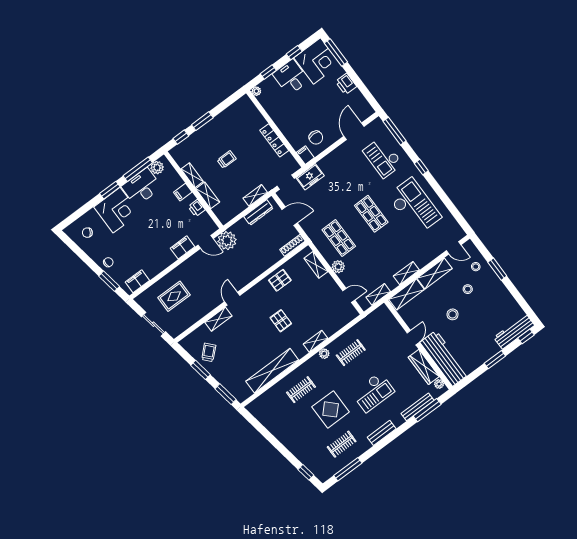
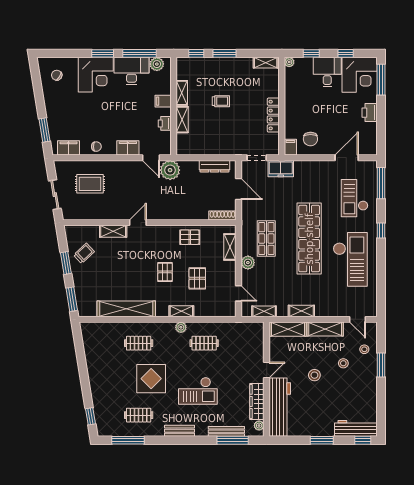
shelving: (255, 195) -> (266, 63), moved
shop shelf: (371, 214) -> (309, 239), width x2.00, depth x1.36
chair: (108, 262) -> (96, 147), moved
pallet: (309, 307) -> (197, 278), added

